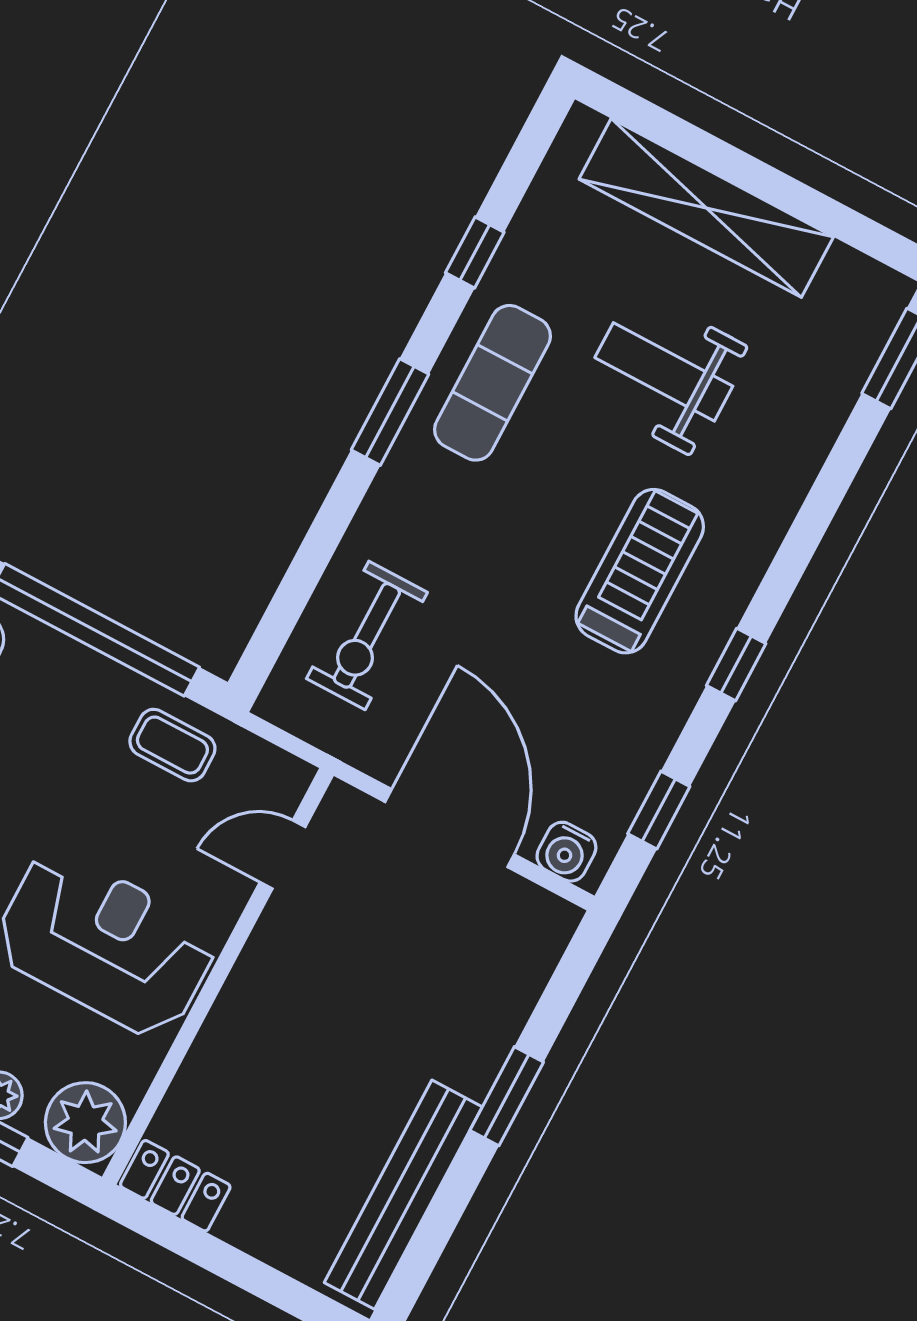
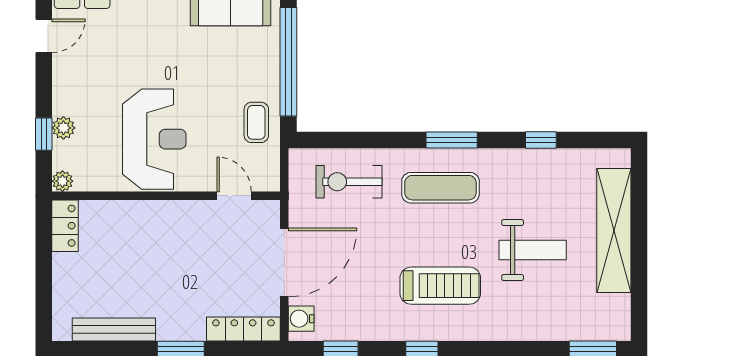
weight bench: (664, 372) -> (533, 250), turned 90
exercise mat: (493, 383) -> (440, 188), moved
locker: (530, 965) -> (243, 329), added
plant: (85, 1123) -> (62, 181), width x0.53, depth x0.53
bench: (403, 1195) -> (114, 330), width x0.73, depth x0.82

